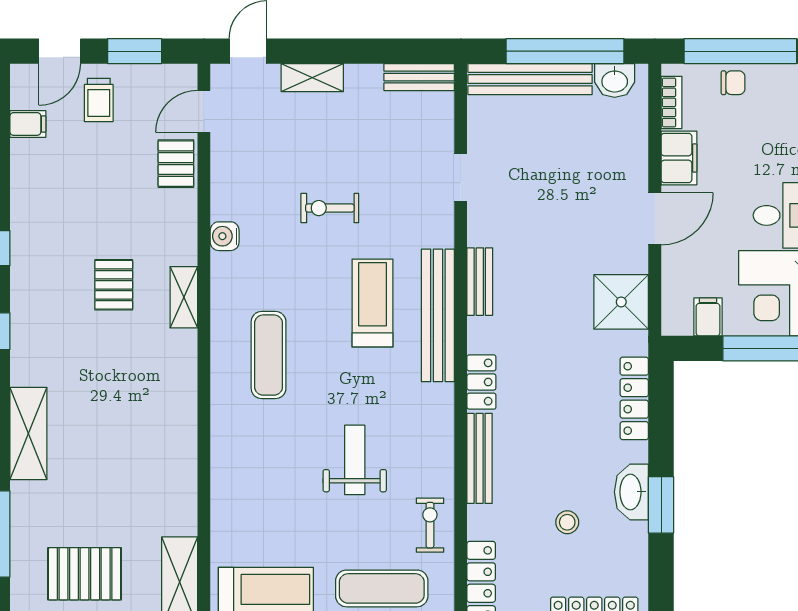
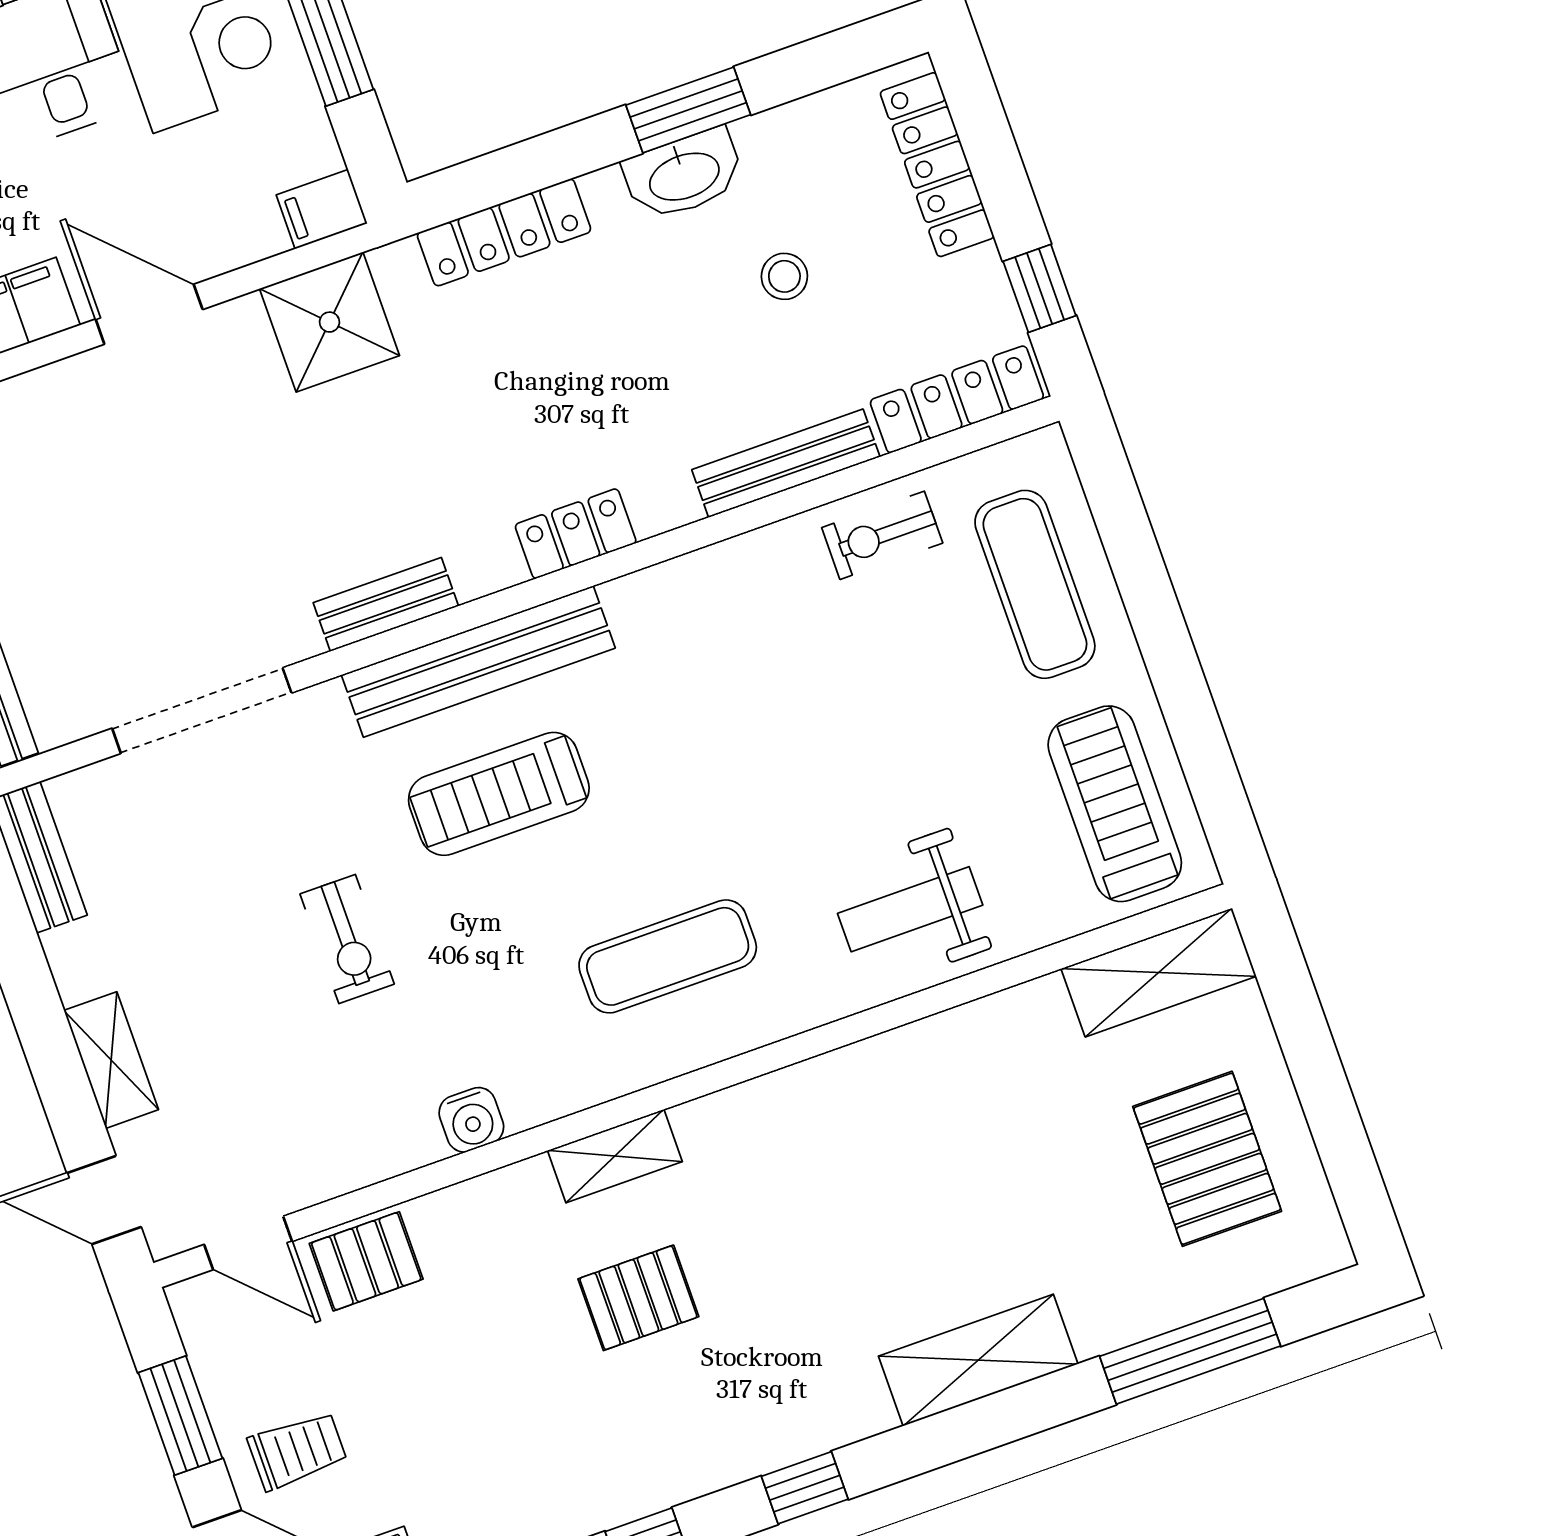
doorway: (461, 178) -> (202, 711), width x1.87
filing cabinet: (708, 317) -> (322, 209), moved
bench: (480, 458) -> (786, 463), moved
weight bench: (355, 460) -> (910, 909), moved

